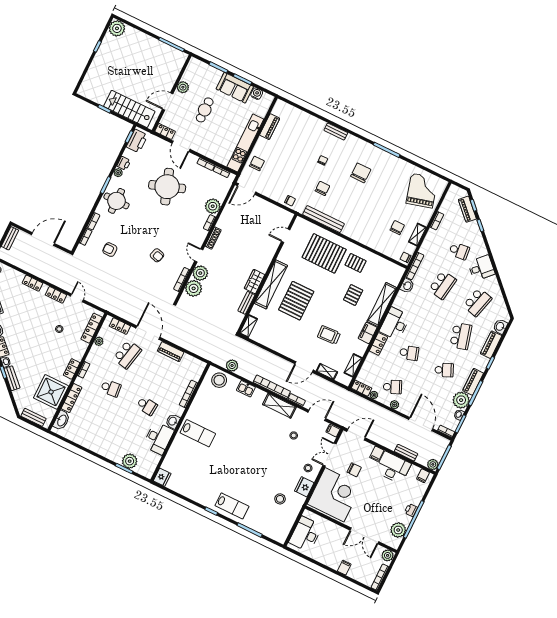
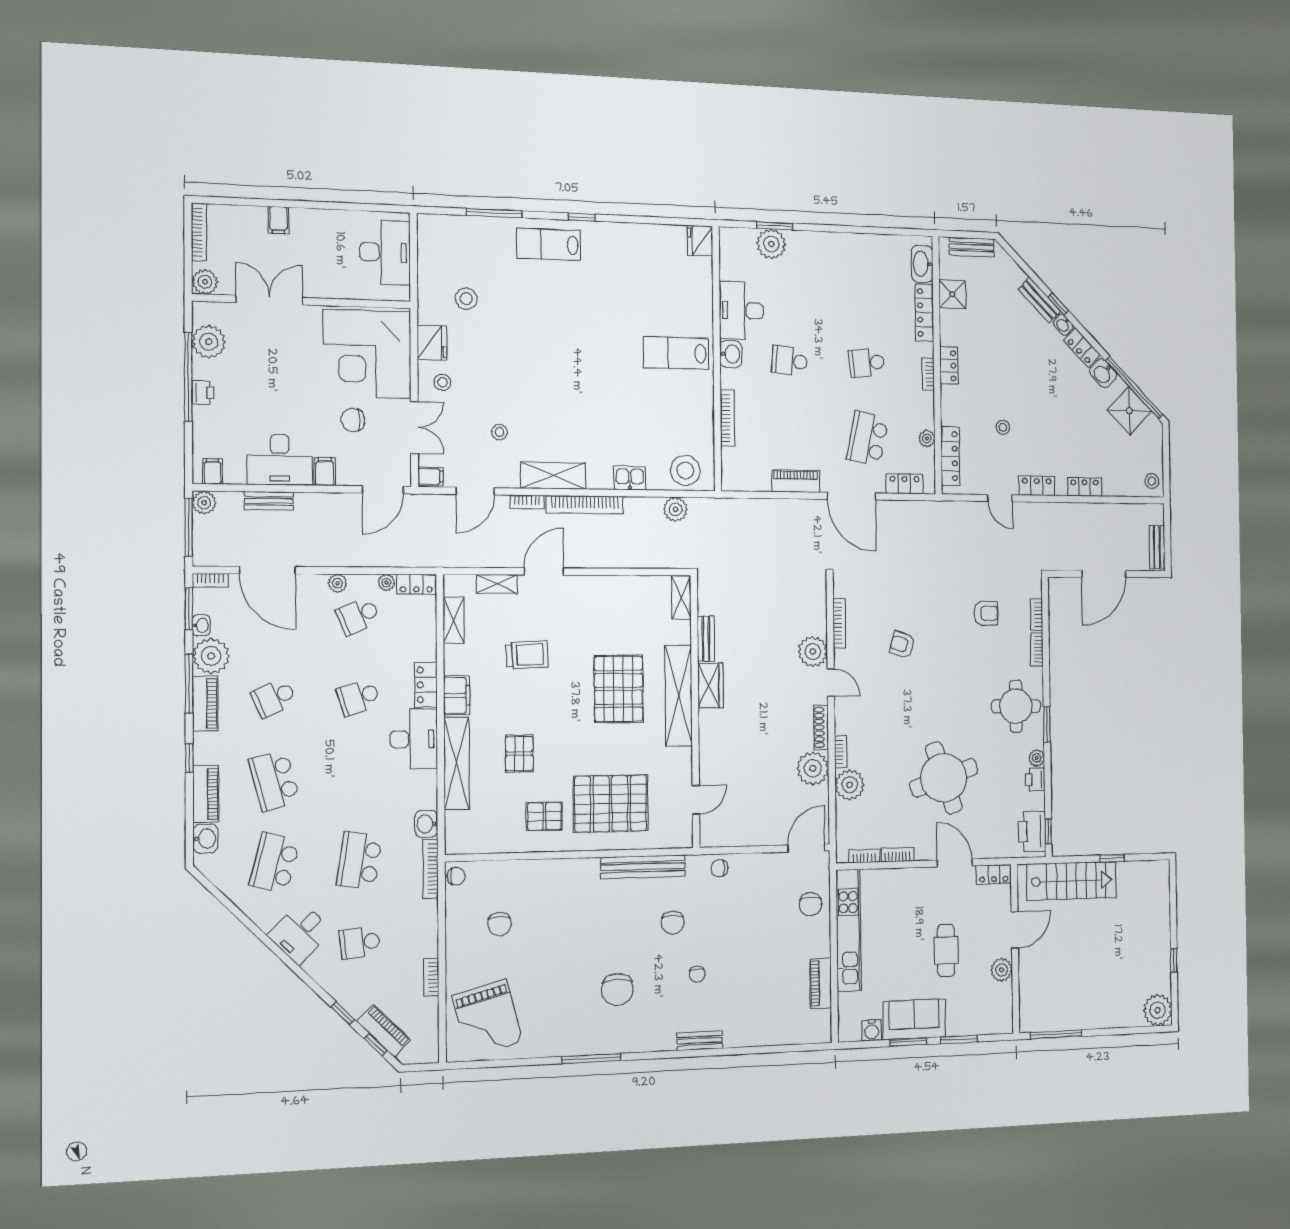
shelving: (417, 235) -> (455, 931), removed
plant: (194, 288) -> (813, 768), moved
shower: (51, 392) -> (952, 294), width x0.54, depth x0.54

